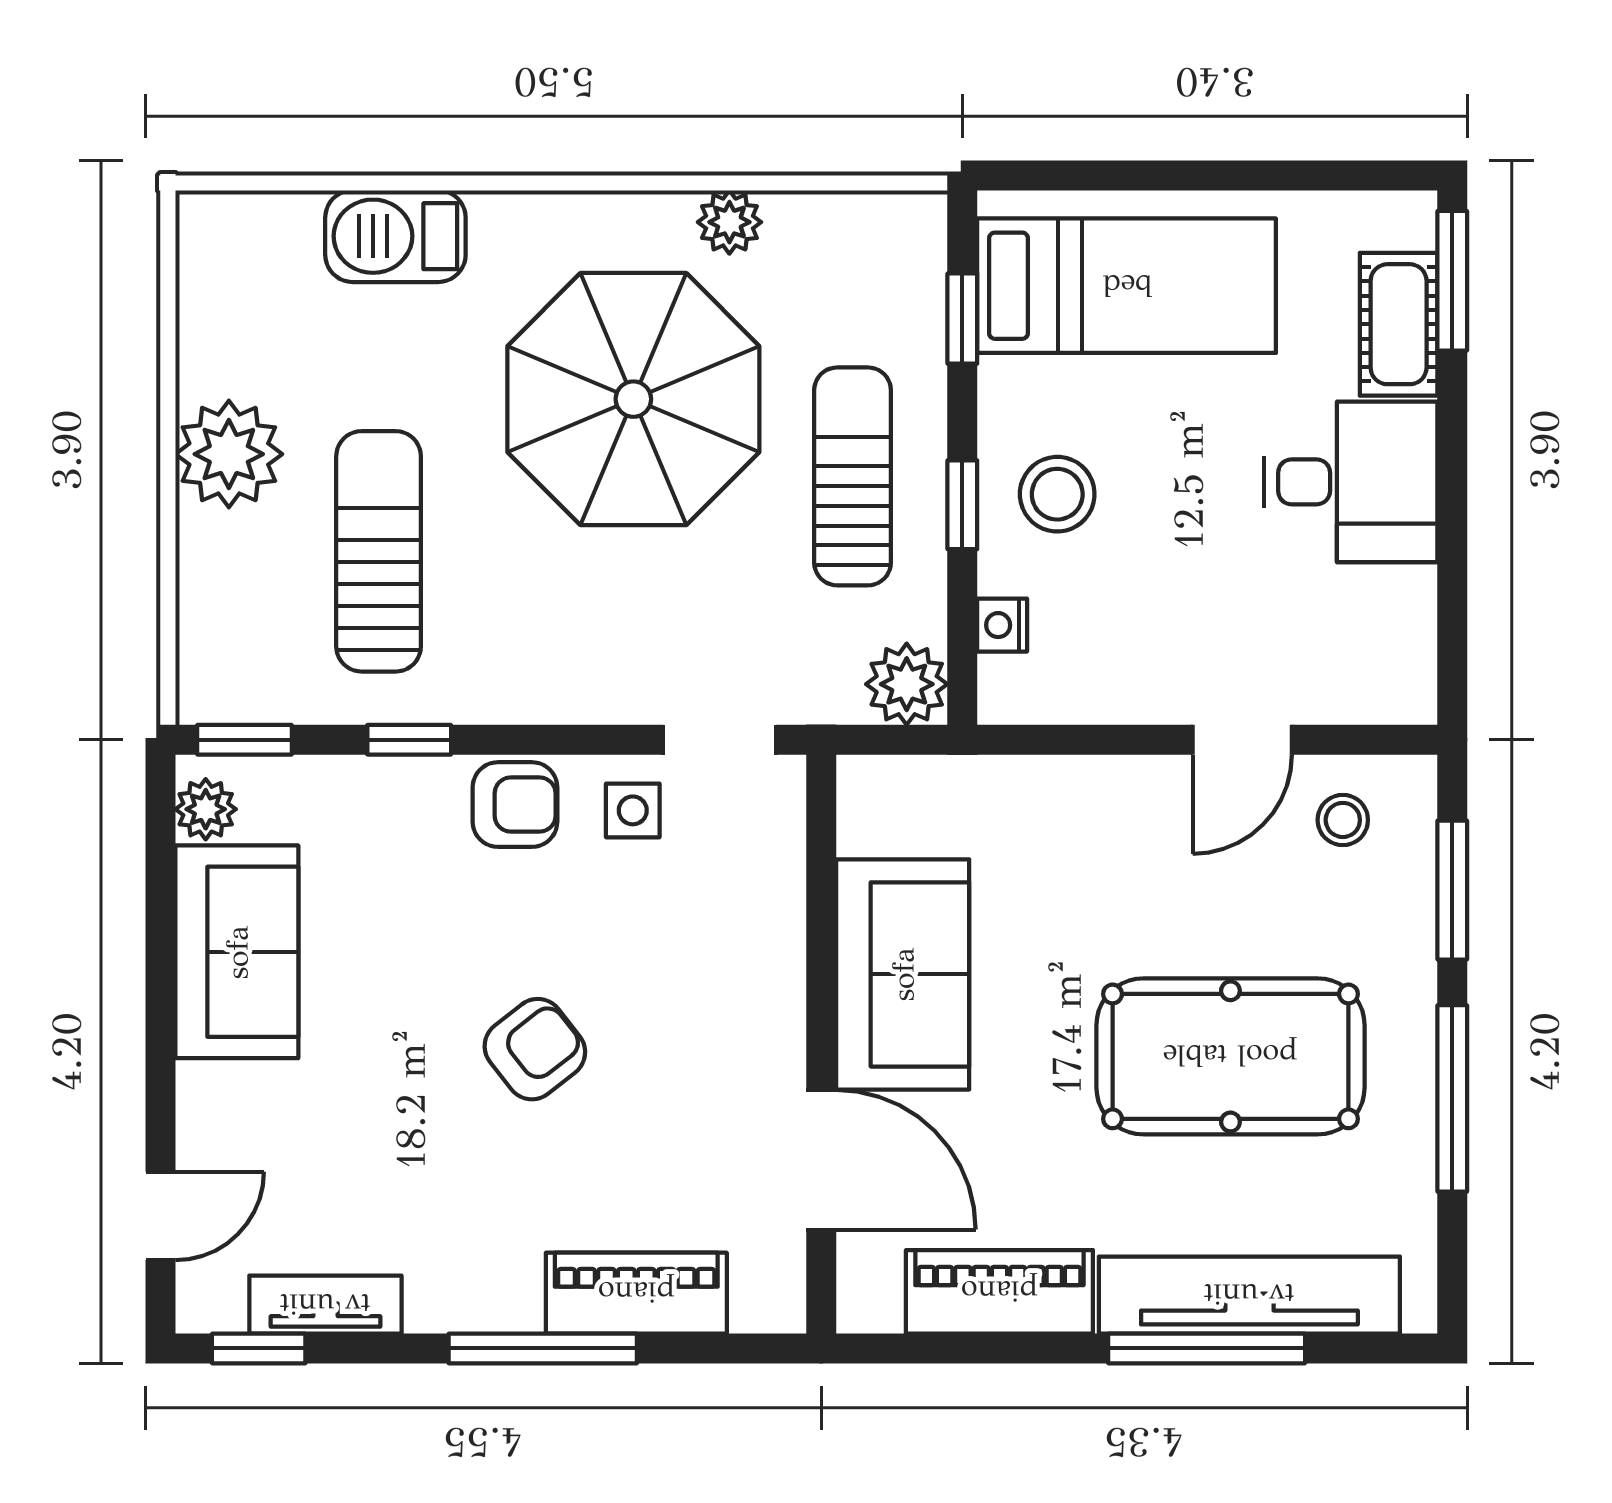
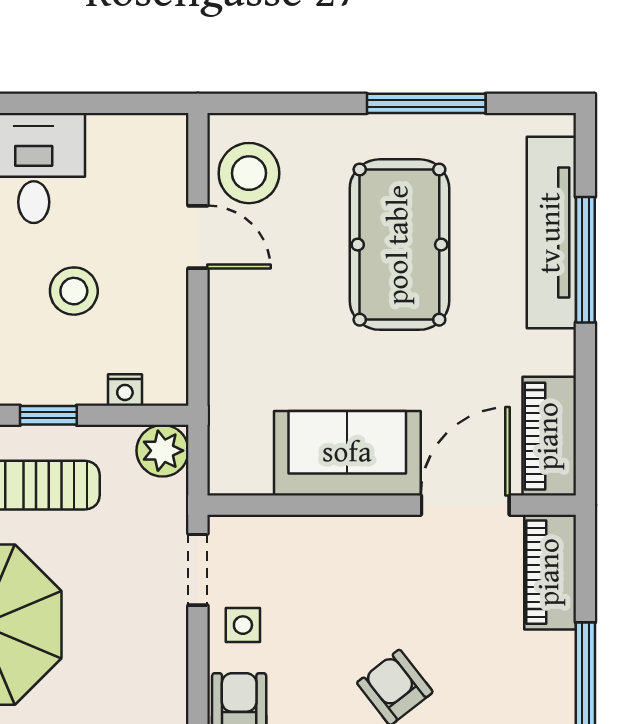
stool: (1057, 494) -> (74, 291), moved
stool: (1343, 820) -> (249, 173), width x1.89, depth x1.89
window: (1452, 890) -> (294, 103), removed
piano: (999, 1292) -> (549, 436), moved
piano: (636, 1293) -> (550, 572), moved

